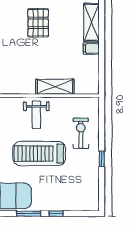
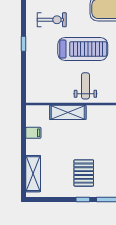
filing cabinet: (91, 48) -> (33, 133), moved
exercise bike: (81, 133) -> (52, 20), moved, turned -90

